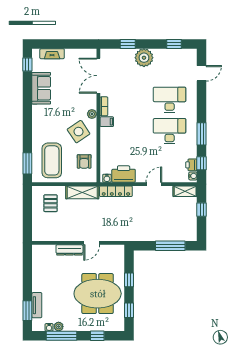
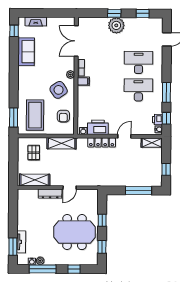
window: (128, 44) -> (114, 13), moved
locker: (116, 191) -> (102, 142), moved
window: (202, 210) -> (166, 169), moved
shelving: (52, 234) -> (35, 180), added

